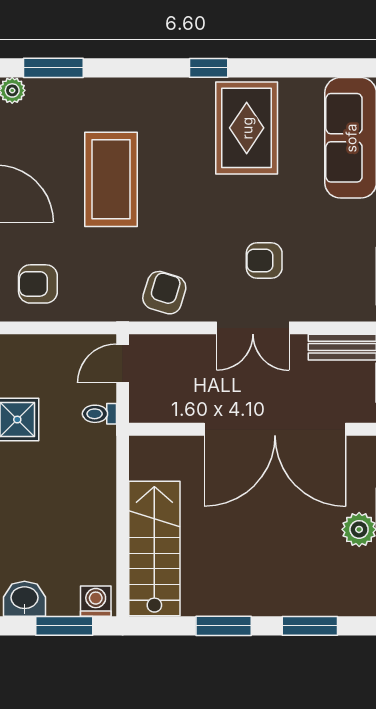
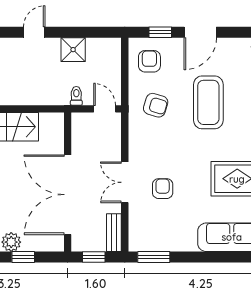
coffee table: (111, 179) -> (208, 102), turned 90
armchair: (164, 293) -> (156, 105), moved

